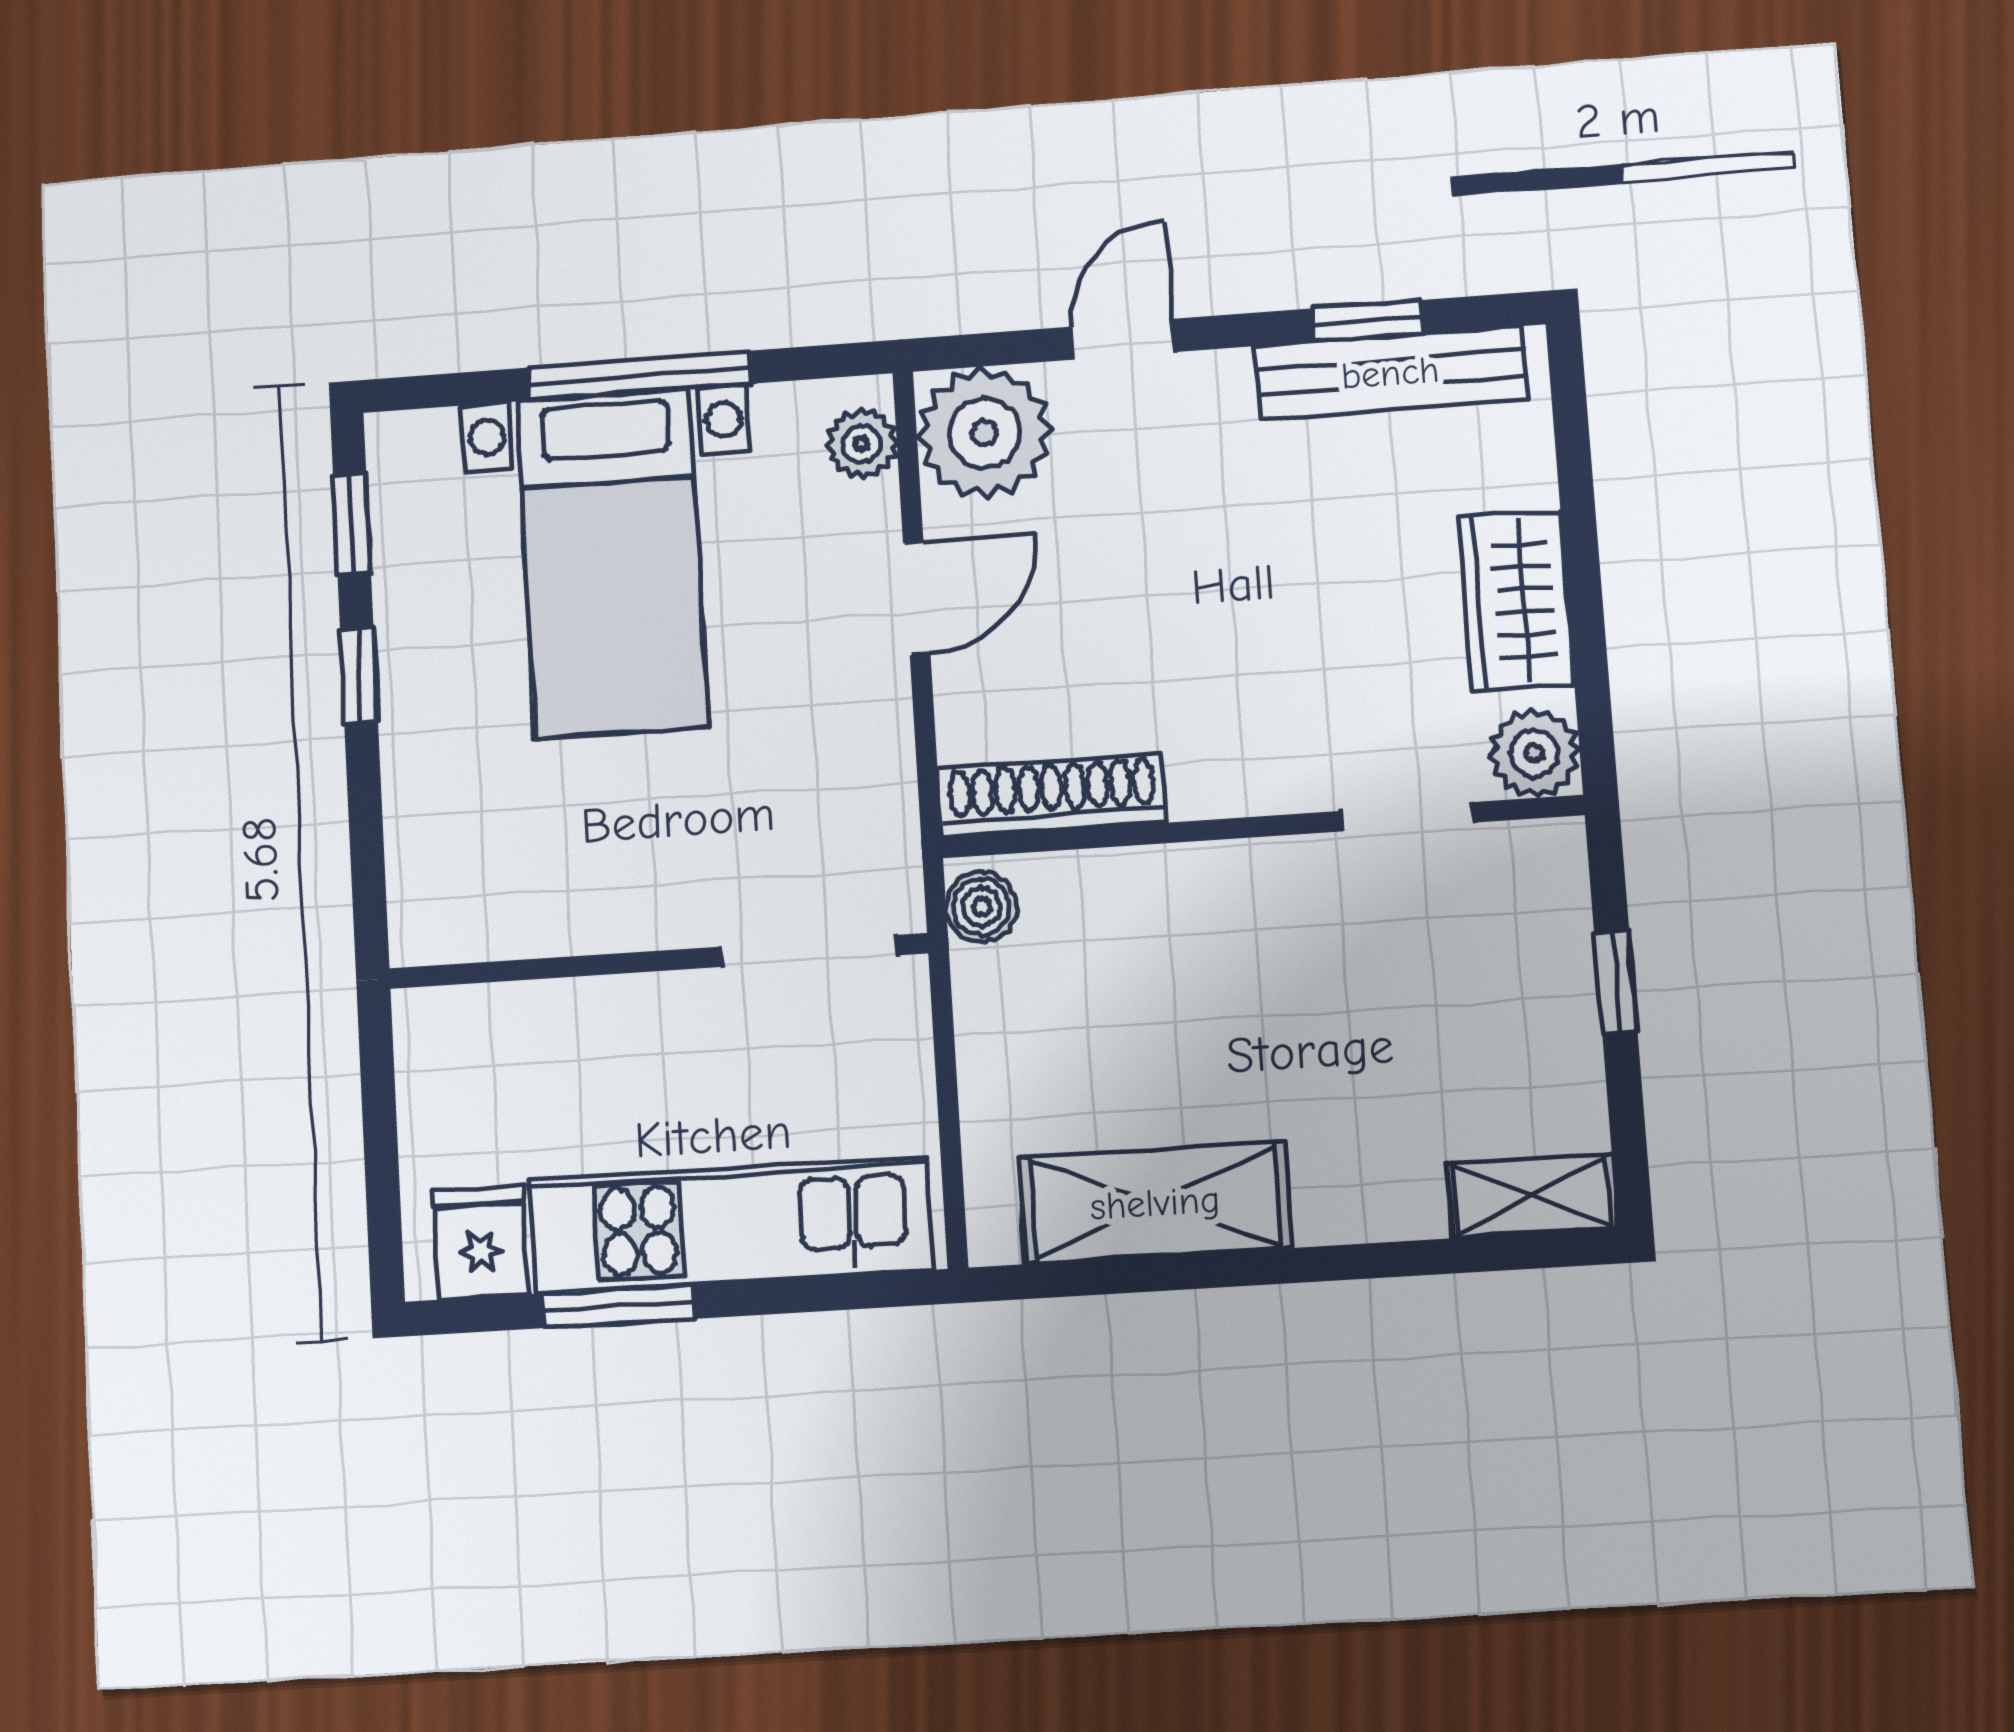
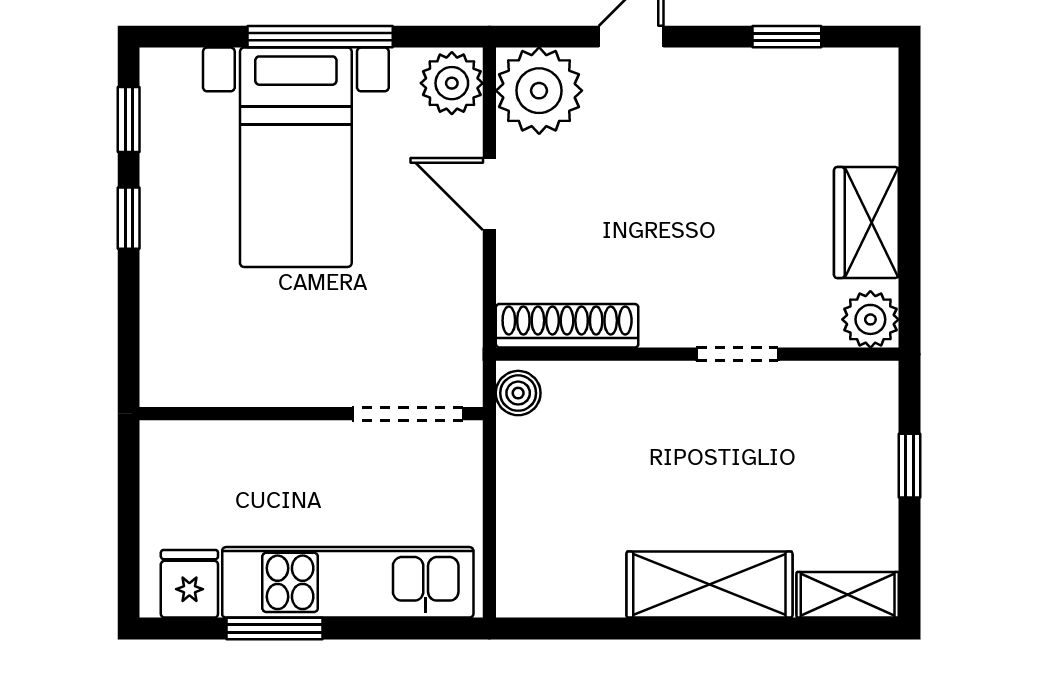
bench: (1390, 373) -> (799, 71), removed
plant: (862, 444) -> (452, 83), width x1.38, depth x1.38
door: (917, 599) -> (489, 194), swing flipped
doorway: (1408, 817) -> (737, 354), moved
shelving: (1155, 1203) -> (709, 585), moved

